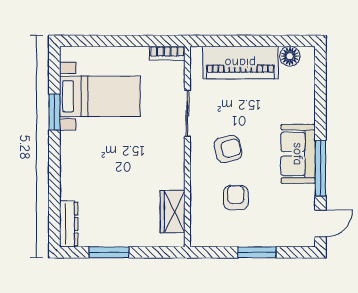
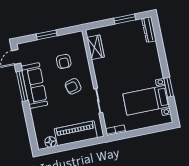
sofa: (298, 154) -> (34, 86), width x1.36

